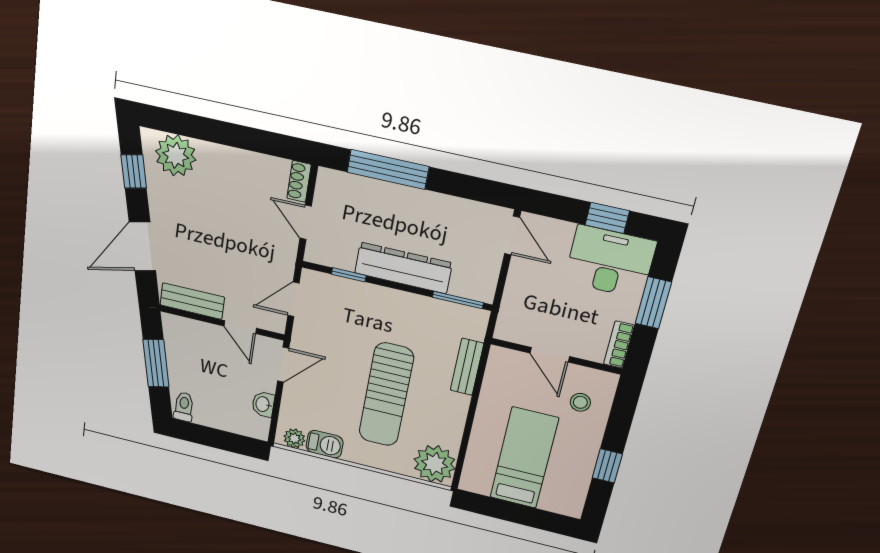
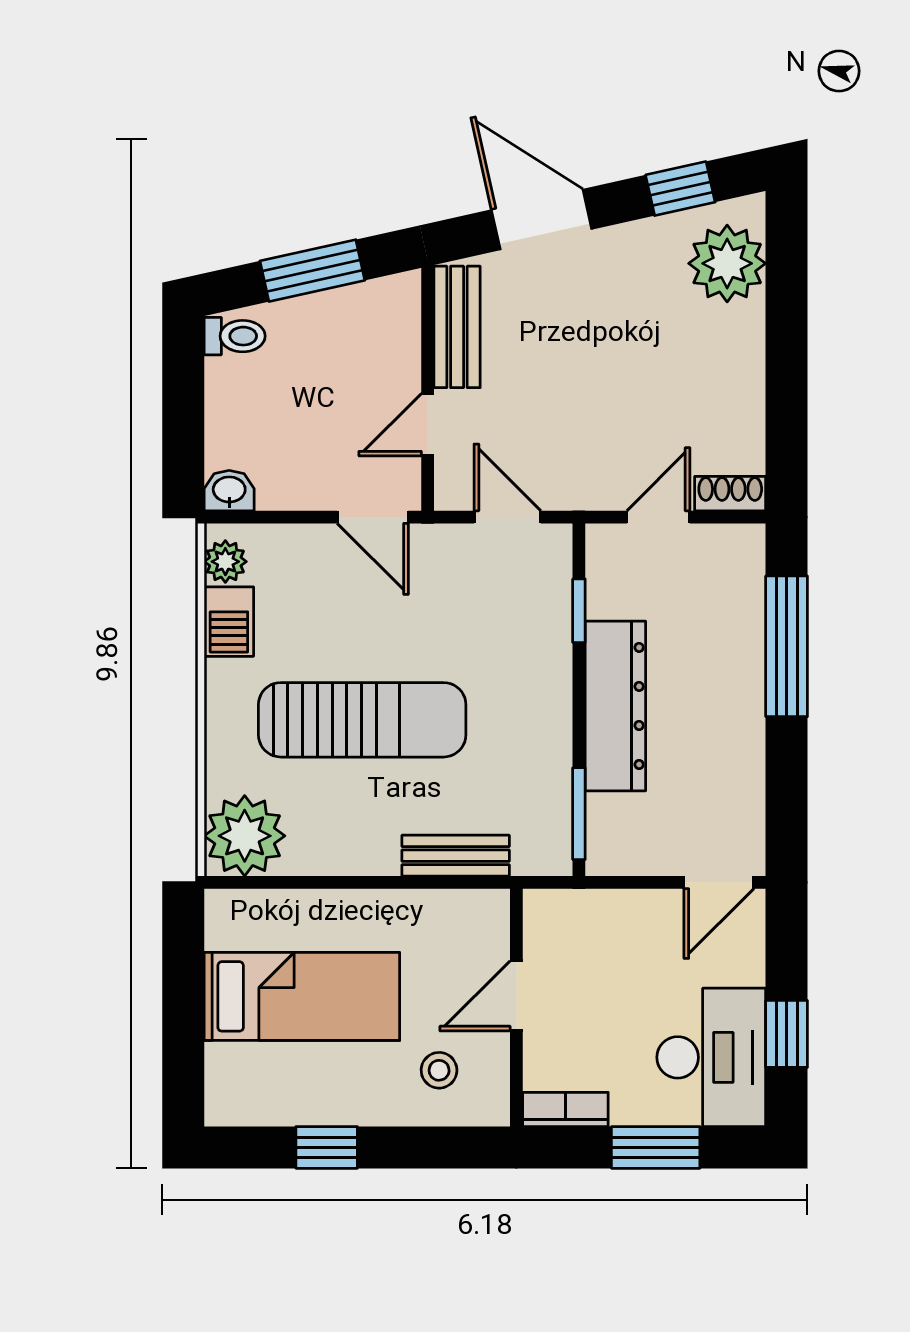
sun lounger: (386, 395) -> (362, 720), turned 180
washbasin: (263, 404) -> (229, 491), moved

